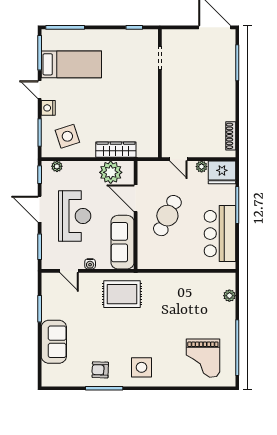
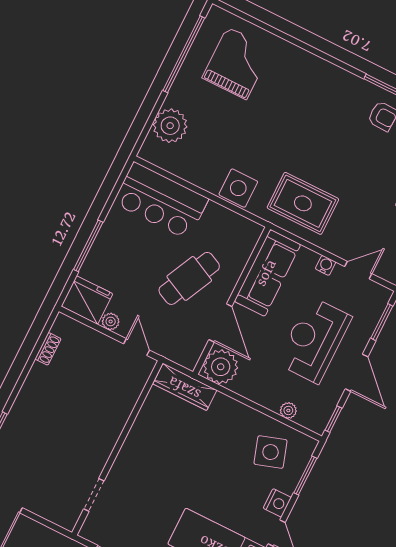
shoe rack: (231, 136) -> (48, 349), width x0.70
wardrobe: (116, 150) -> (185, 387), moved
plant: (57, 166) -> (288, 410), moved
plant: (111, 172) -> (221, 367), moved
bar counter: (220, 234) -> (161, 201), moved, turned 90
door: (69, 271) -> (358, 270), hinge flipped
plant: (229, 296) -> (170, 126), width x1.88, depth x1.88
side table: (142, 367) -> (238, 188), moved

